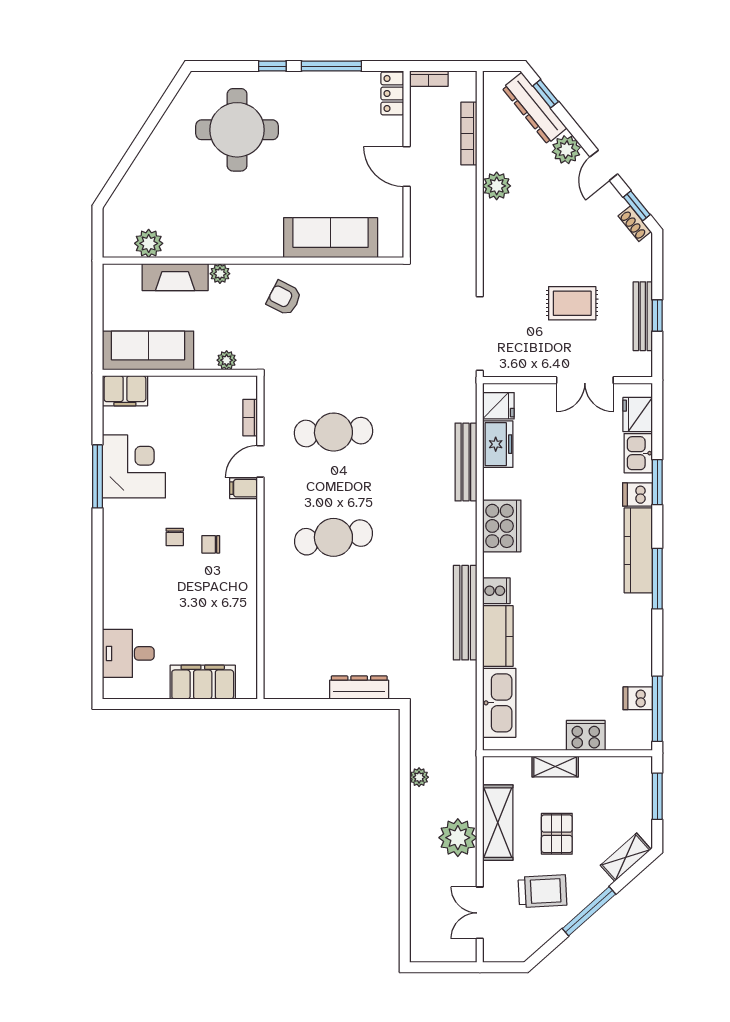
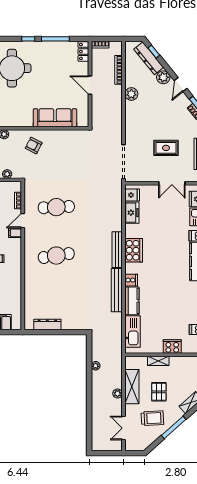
bench: (466, 462) -> (117, 250), moved
dresser: (359, 688) -> (47, 325), moved
plant: (458, 838) -> (118, 394), width x0.53, depth x0.53

